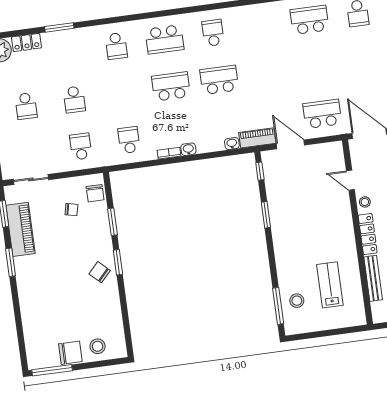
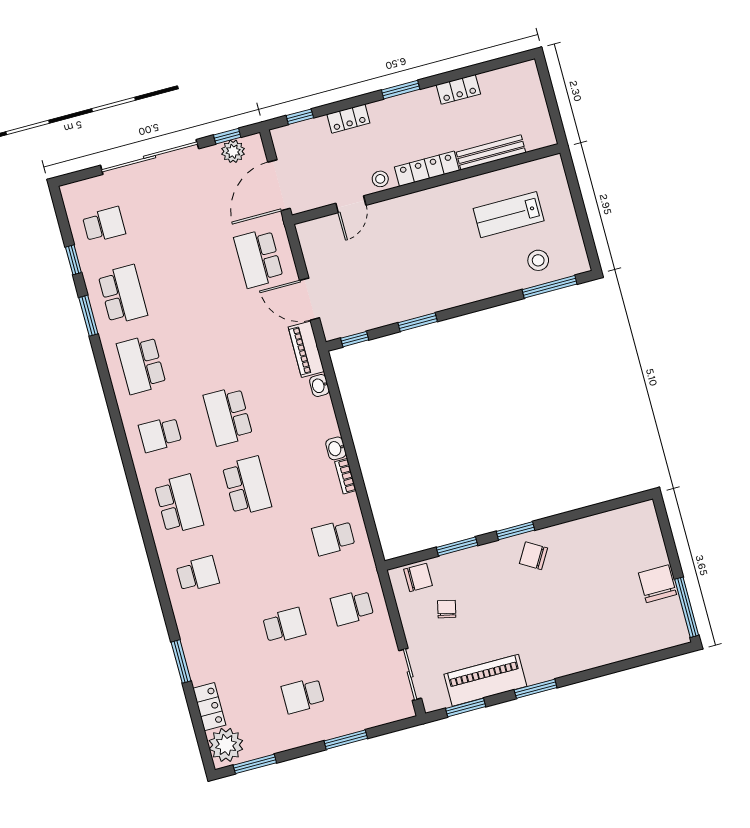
school desk: (310, 20) -> (123, 295), turned 180
school desk: (261, 26) -> (141, 364), added
school desk: (171, 86) -> (247, 486), turned 180
school desk: (26, 106) -> (303, 695), turned 180
door: (290, 144) -> (310, 299), hinge flipped
chair: (100, 272) -> (534, 556), turned 78
stool: (98, 346) -> (643, 545), removed

